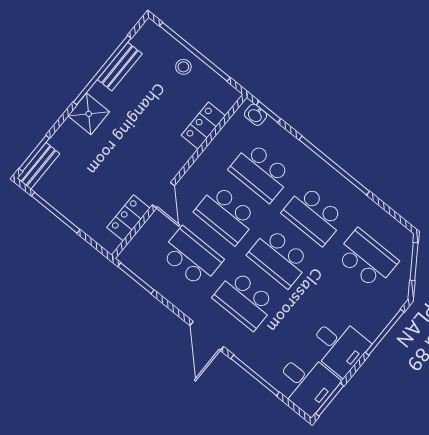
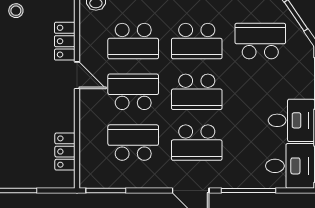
door: (164, 195) -> (77, 75), moved
school desk: (226, 214) -> (133, 92), turned 180

